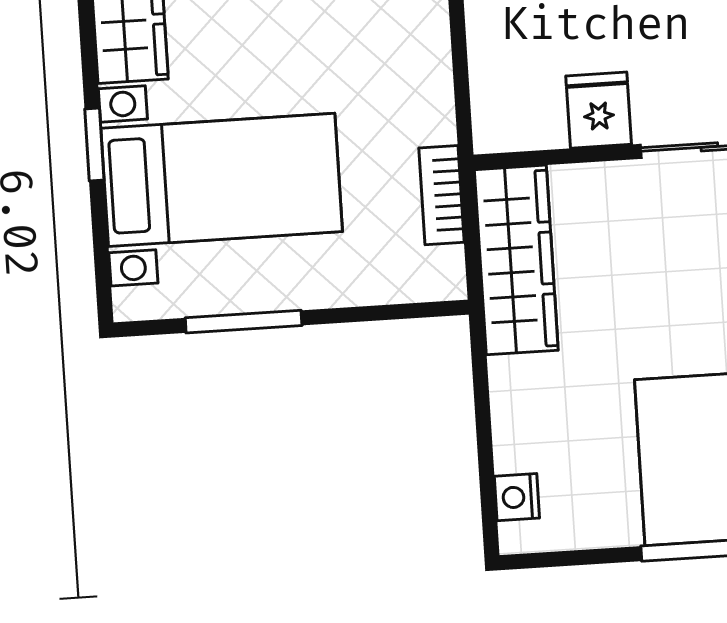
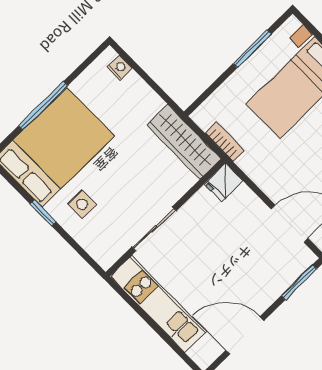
fridge: (599, 110) -> (224, 182), moved, turned 90

